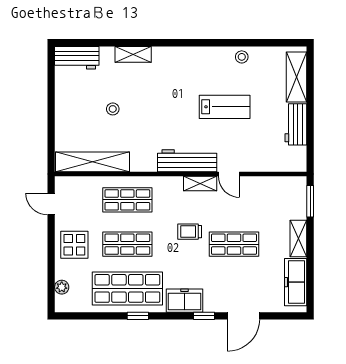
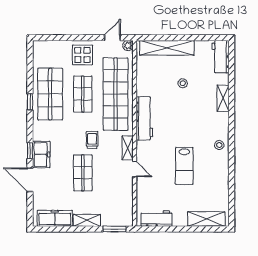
stool: (242, 57) -> (219, 145), moved
workbench: (296, 124) -> (157, 219), moved
workbench: (187, 161) -> (144, 118), moved
shelving: (92, 162) -> (167, 48), moved, turned 90
door: (229, 174) -> (135, 169), swing flipped
shop shelf: (127, 200) -> (115, 94), width x2.00, depth x1.36
plant: (62, 287) -> (128, 46), moved
freezer: (184, 301) -> (41, 154), moved

